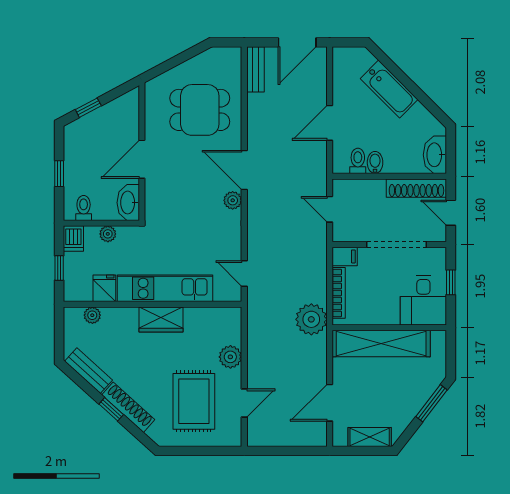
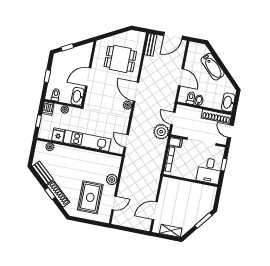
door: (330, 123) -> (181, 77), swing flipped
wardrobe: (161, 319) -> (82, 155), removed
plant: (311, 319) -> (161, 132), moved
shelving: (381, 344) -> (185, 187), removed

